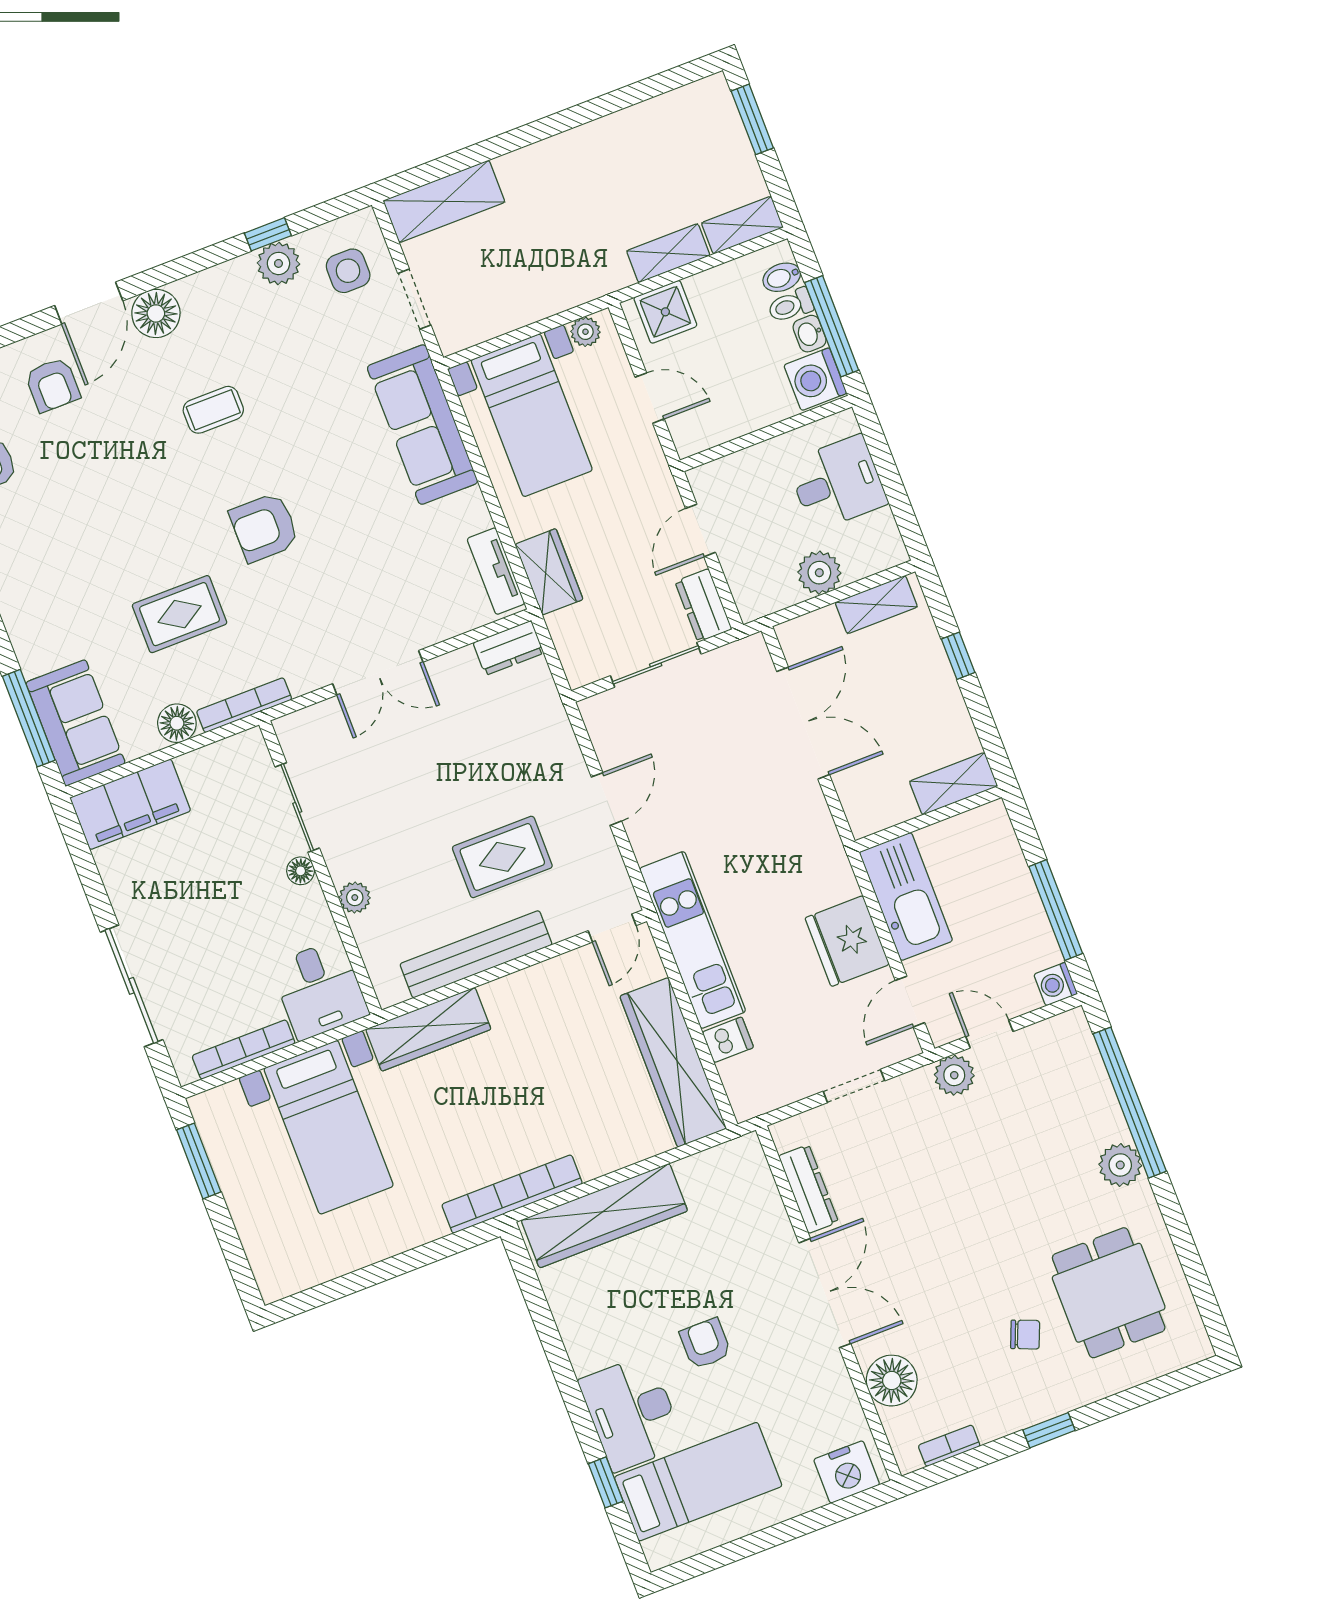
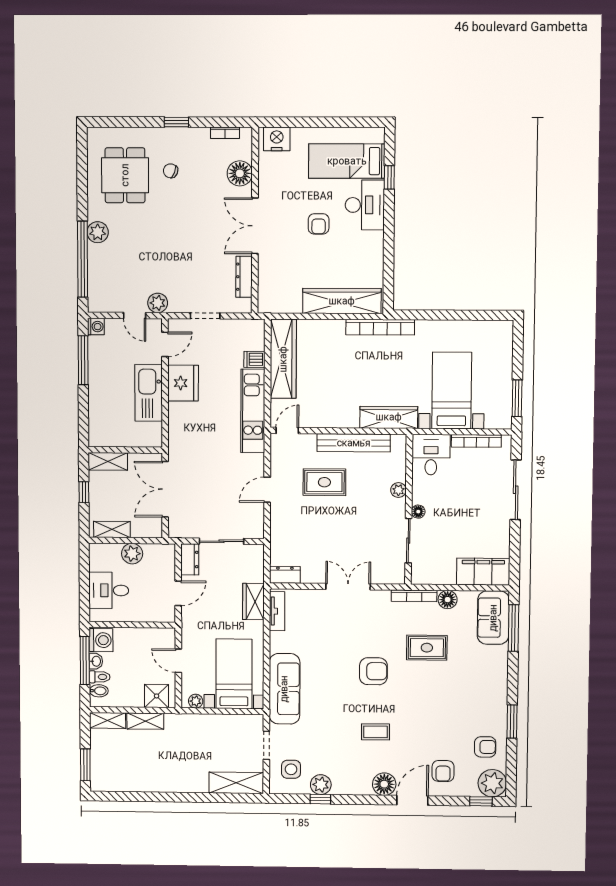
armchair: (53, 385) -> (443, 771), turned 180
shelving: (954, 784) -> (108, 461), moved
wall: (928, 819) -> (125, 450), moved

